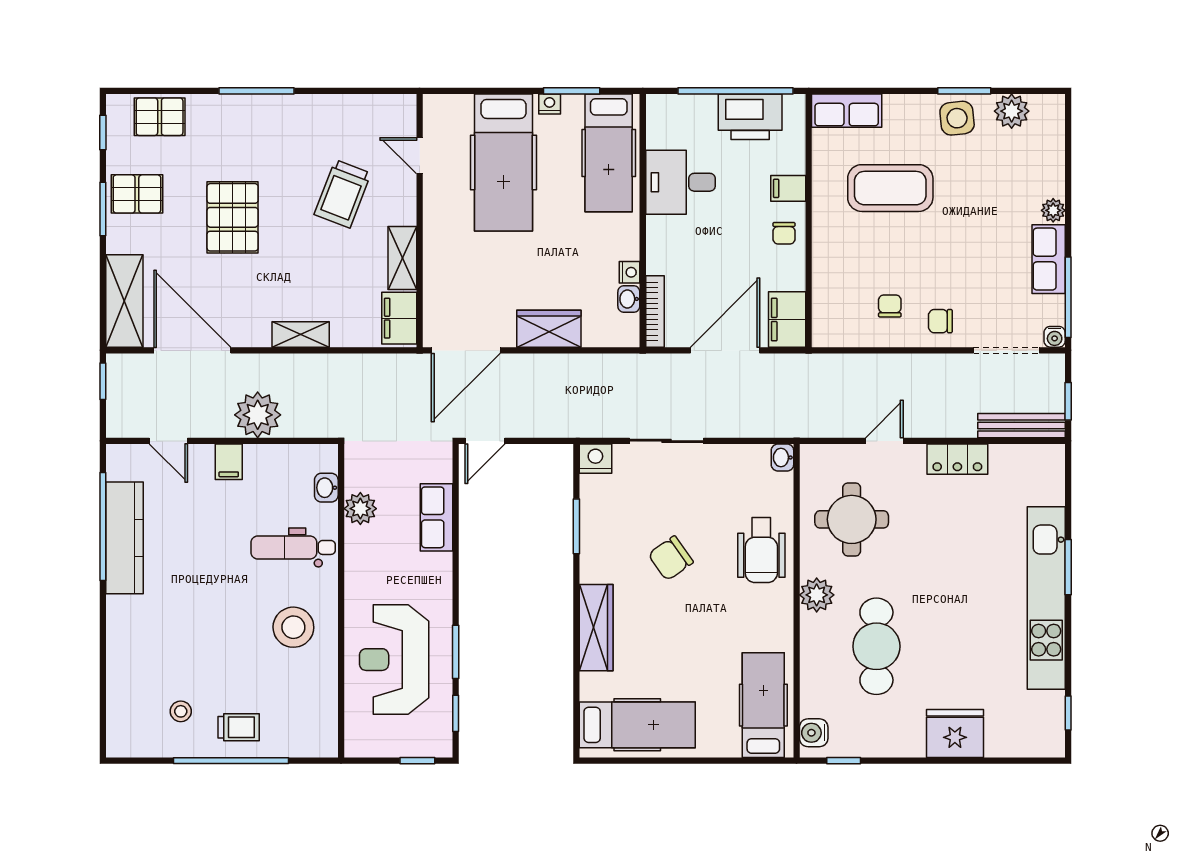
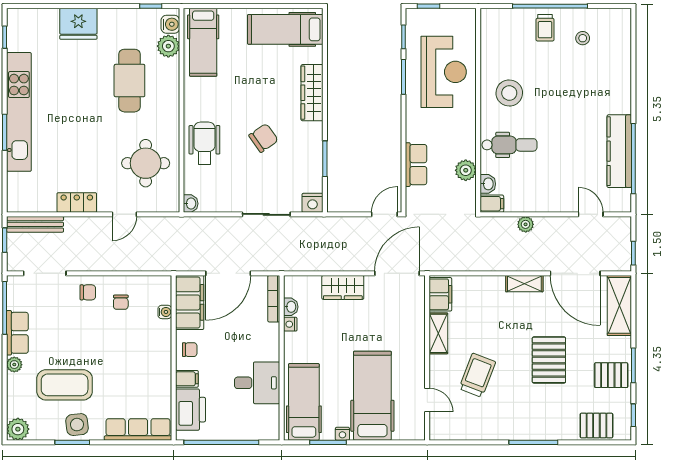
row of seats: (847, 111) -> (138, 429), width x1.48
plant: (1012, 111) -> (18, 429), moved
printer: (750, 117) -> (190, 410), moved, turned 90
coffee table: (890, 188) -> (65, 385), moved
chair: (784, 233) -> (190, 350), turned 90
filing cabinet: (787, 319) -> (190, 302), width x1.50, depth x1.17
shelving: (301, 334) -> (524, 284), moved
water cooler: (1055, 337) -> (165, 312), moved, turned 90
plant: (258, 415) -> (526, 224), width x0.53, depth x0.53
filing cabinet: (229, 462) -> (492, 204), moved, turned 90
plant: (817, 595) -> (168, 46), moved
trolley: (239, 727) -> (545, 28), turned -90

